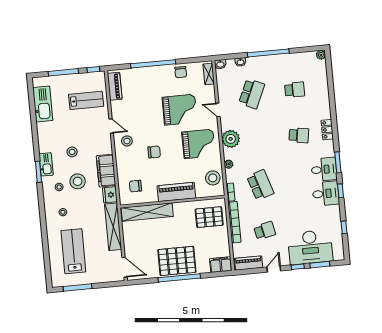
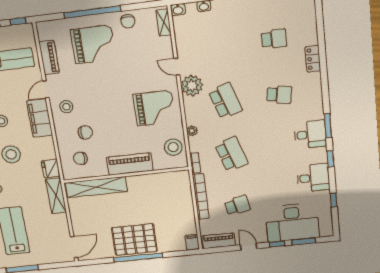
piano: (115, 86) -> (49, 58), moved
school desk: (252, 94) -> (225, 101), moved, turned -42
grand piano: (180, 110) -> (93, 44), moved
door: (111, 126) -> (46, 89), swing flipped
locker: (327, 130) -> (313, 59), moved
plant: (231, 139) -> (192, 86), moved
chair: (154, 152) -> (85, 132), moved
filing cabinet: (106, 171) -> (40, 118), moved
desk: (326, 194) -> (313, 178), moved
pallet: (209, 217) -> (170, 191), removed
shelving: (113, 227) -> (56, 196), width x0.68
filing cabinet: (221, 265) -> (192, 242), width x0.50
door: (125, 267) -> (74, 247), hinge flipped
door: (274, 269) -> (249, 247), hinge flipped

